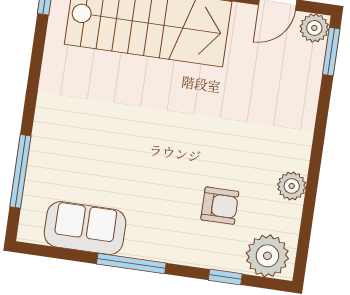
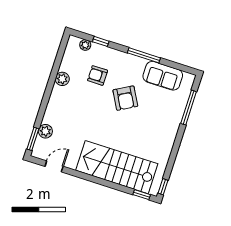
plant: (314, 28) -> (45, 131), moved
armchair: (155, 169) -> (125, 98), added
plant: (267, 256) -> (85, 45), width x0.53, depth x0.53

